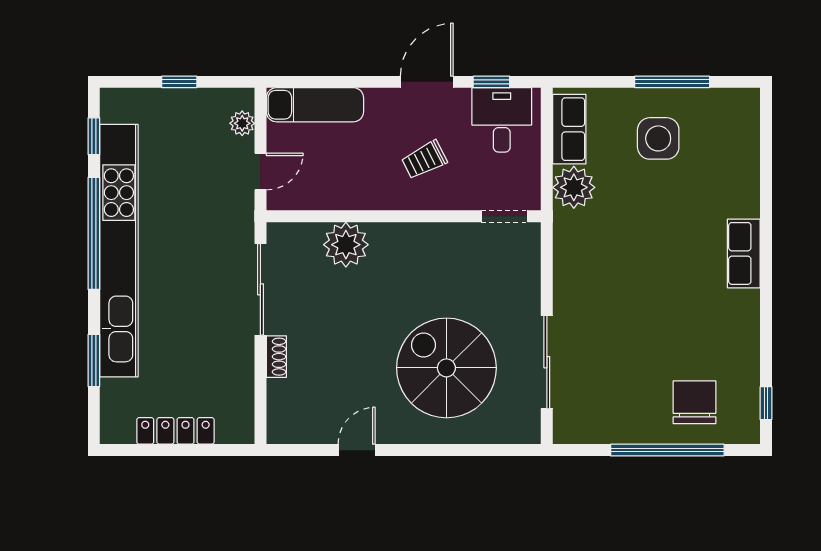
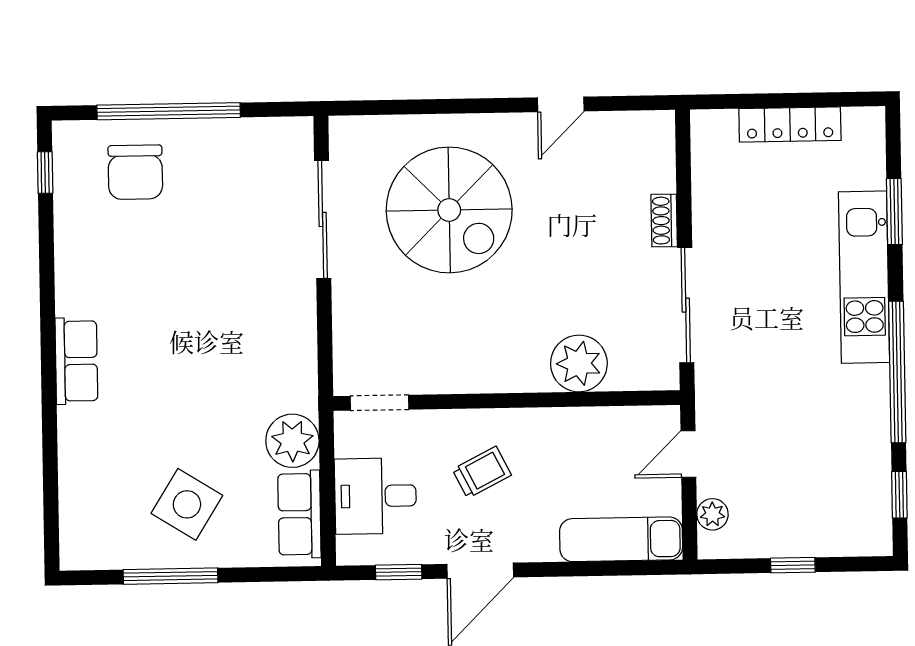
desk: (502, 120) -> (375, 496), moved, turned 90
side table: (658, 138) -> (187, 504), turned 32
kitchen unit: (119, 251) -> (864, 277), width x0.54

